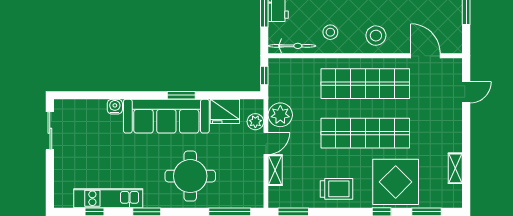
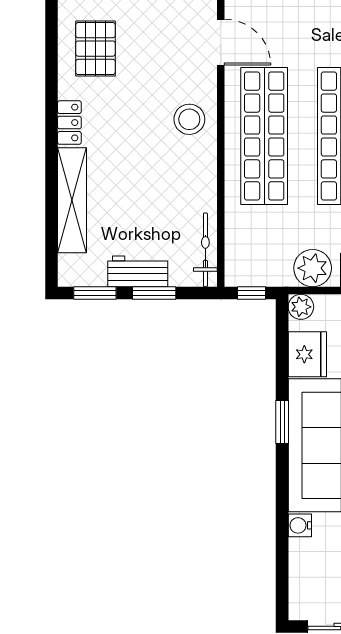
stool: (330, 32) -> (184, 190), removed
door: (426, 56) -> (221, 42), swing flipped
plant: (255, 122) -> (301, 307), moved

